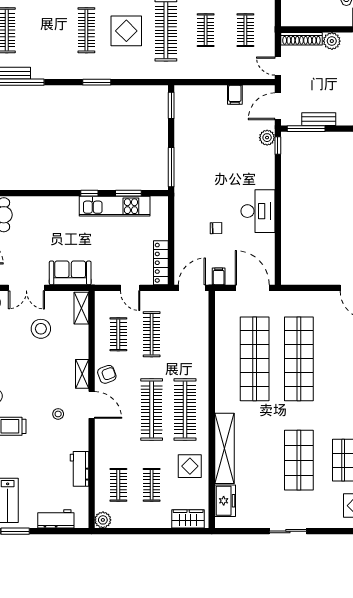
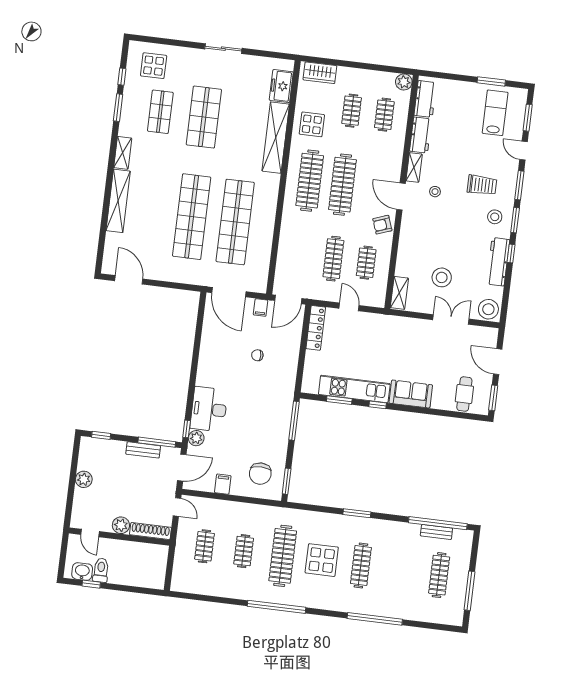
chair: (199, 110) -> (260, 474), added
desk: (258, 211) -> (209, 409), moved
sofa: (70, 273) -> (411, 394), moved, turned 180
shelving: (82, 374) -> (414, 167), moved
workbench: (56, 519) -> (425, 99), moved, turned -90

